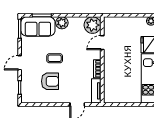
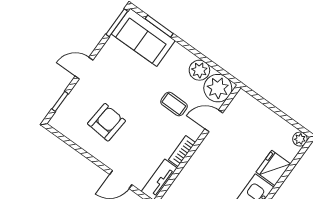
plant: (62, 23) -> (199, 70), moved
coffee table: (55, 58) -> (174, 104), moved
armchair: (50, 81) -> (107, 122), turned -85

